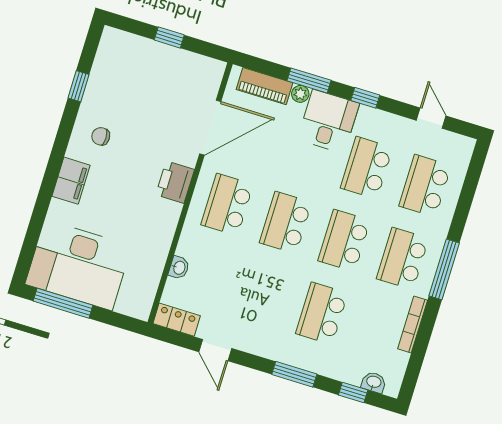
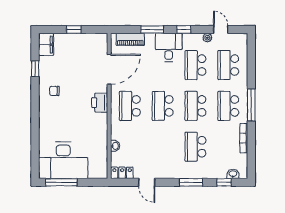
plant: (300, 94) -> (207, 38), moved
filing cabinet: (71, 181) -> (46, 45), moved

